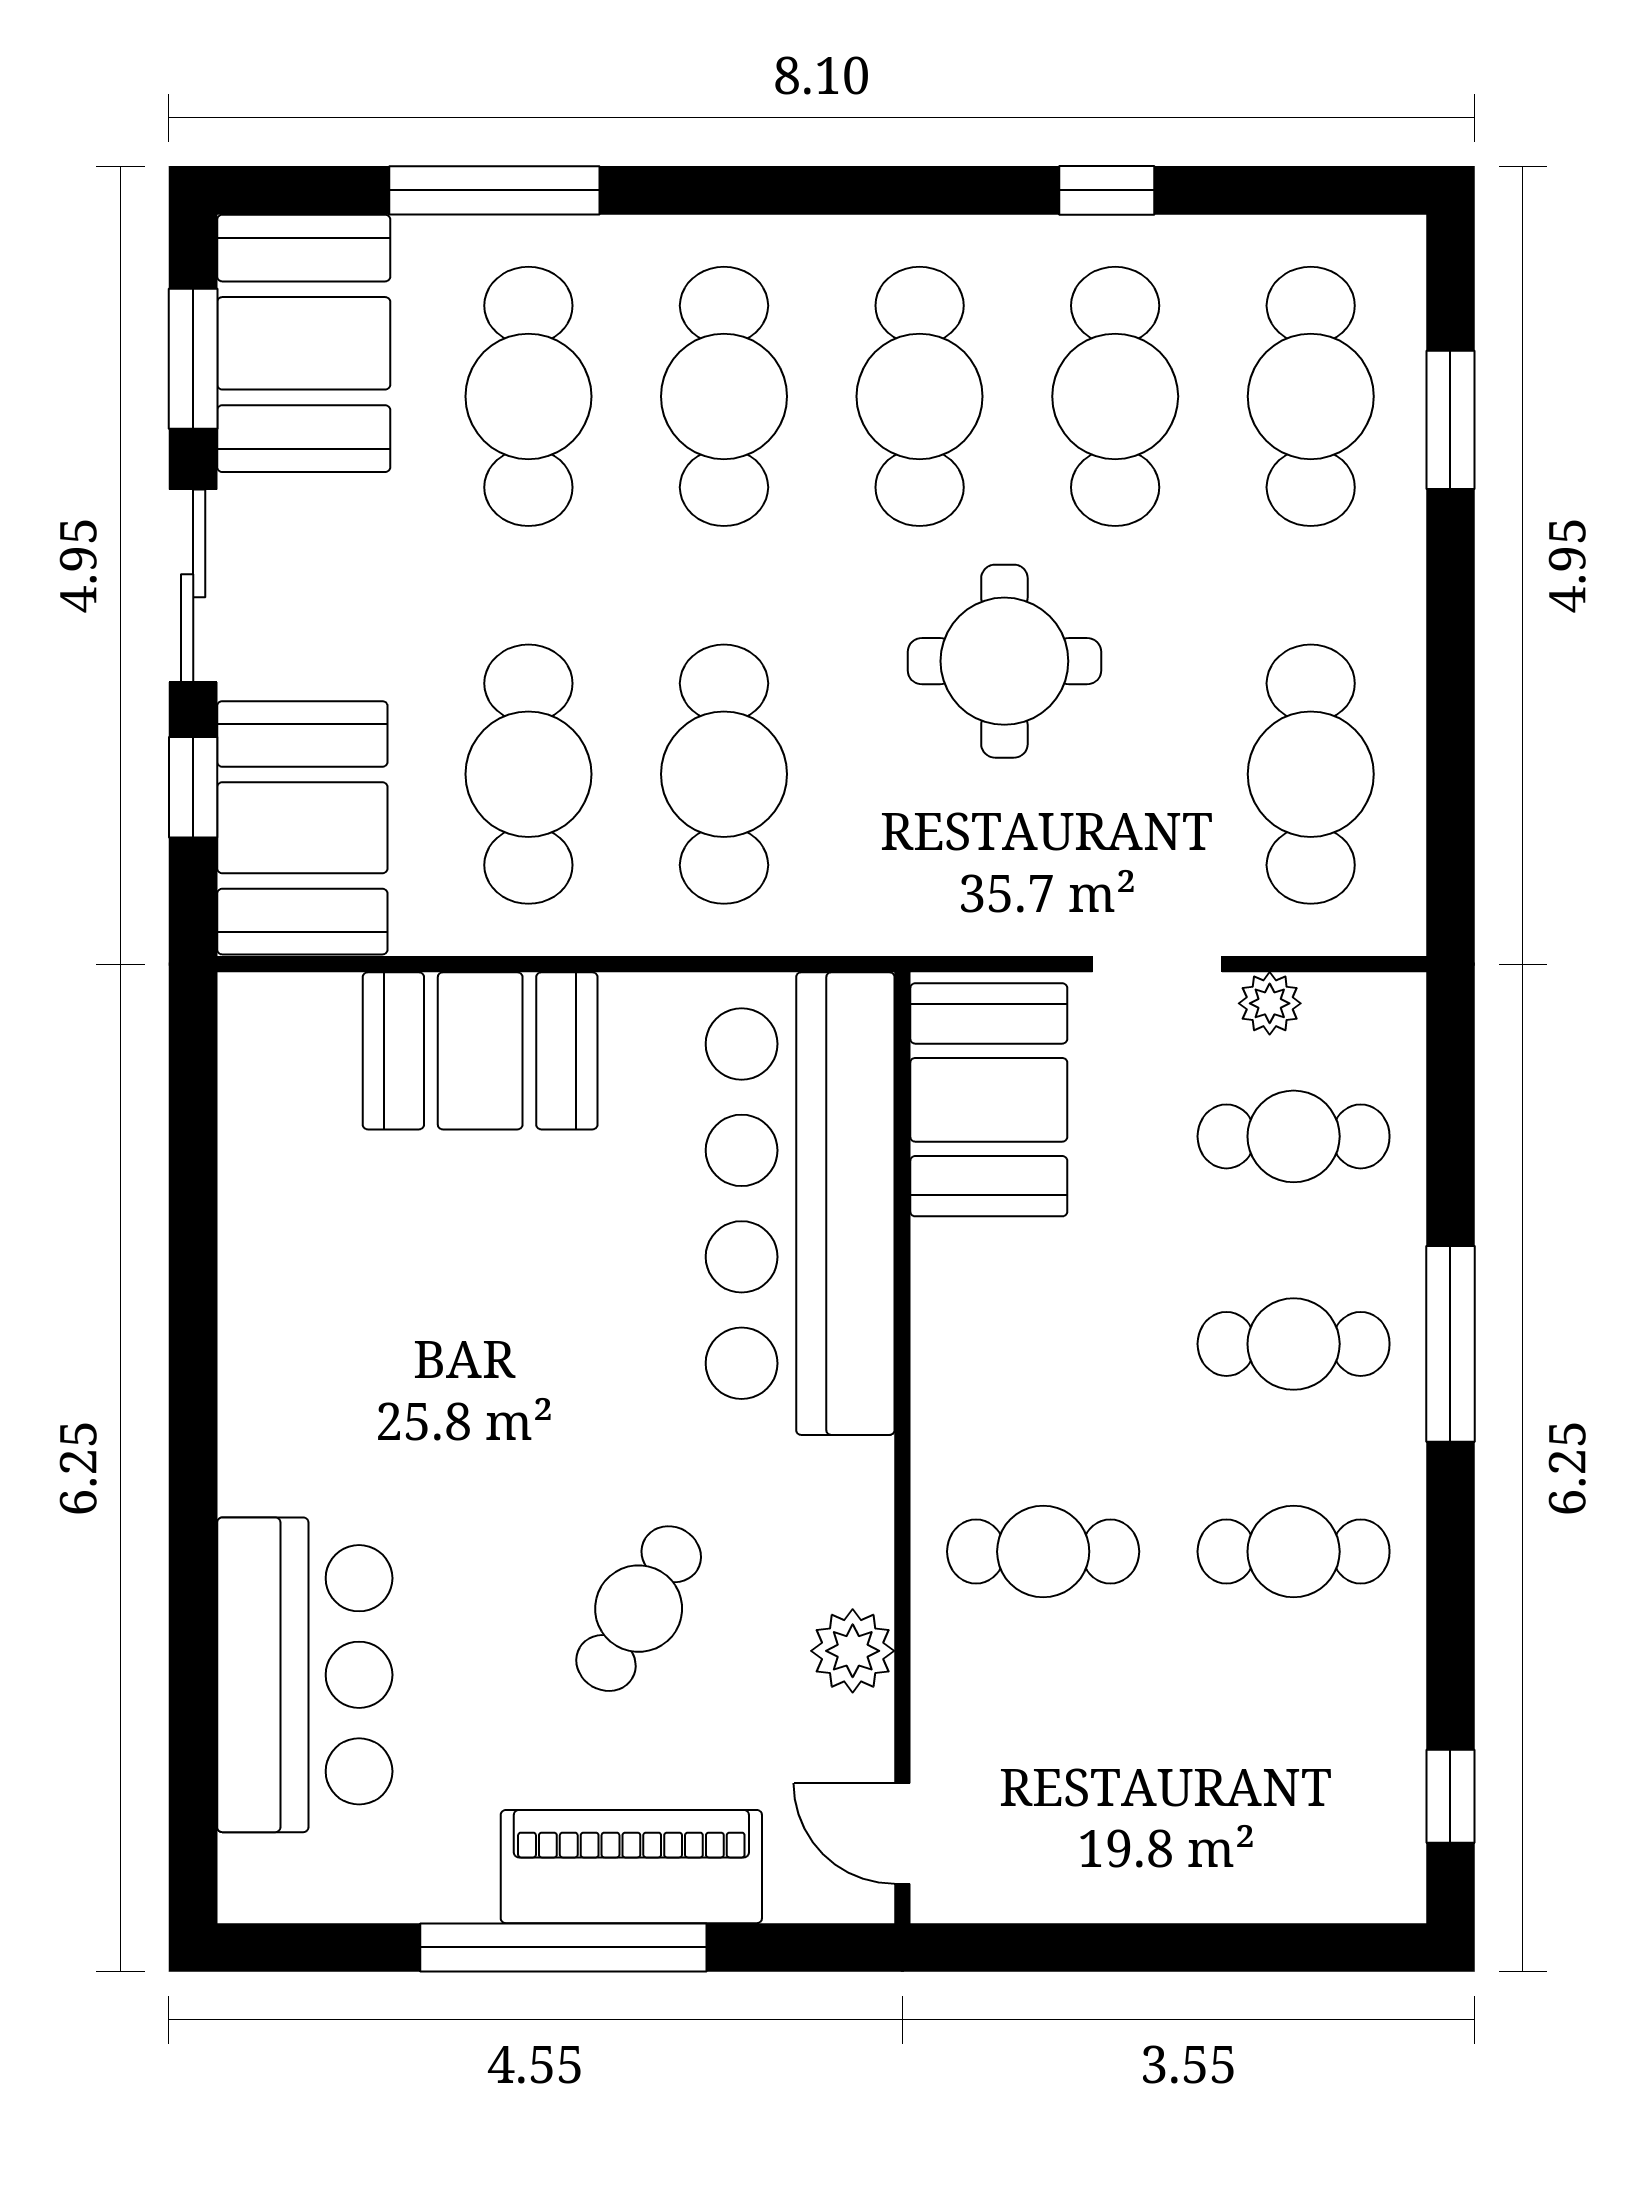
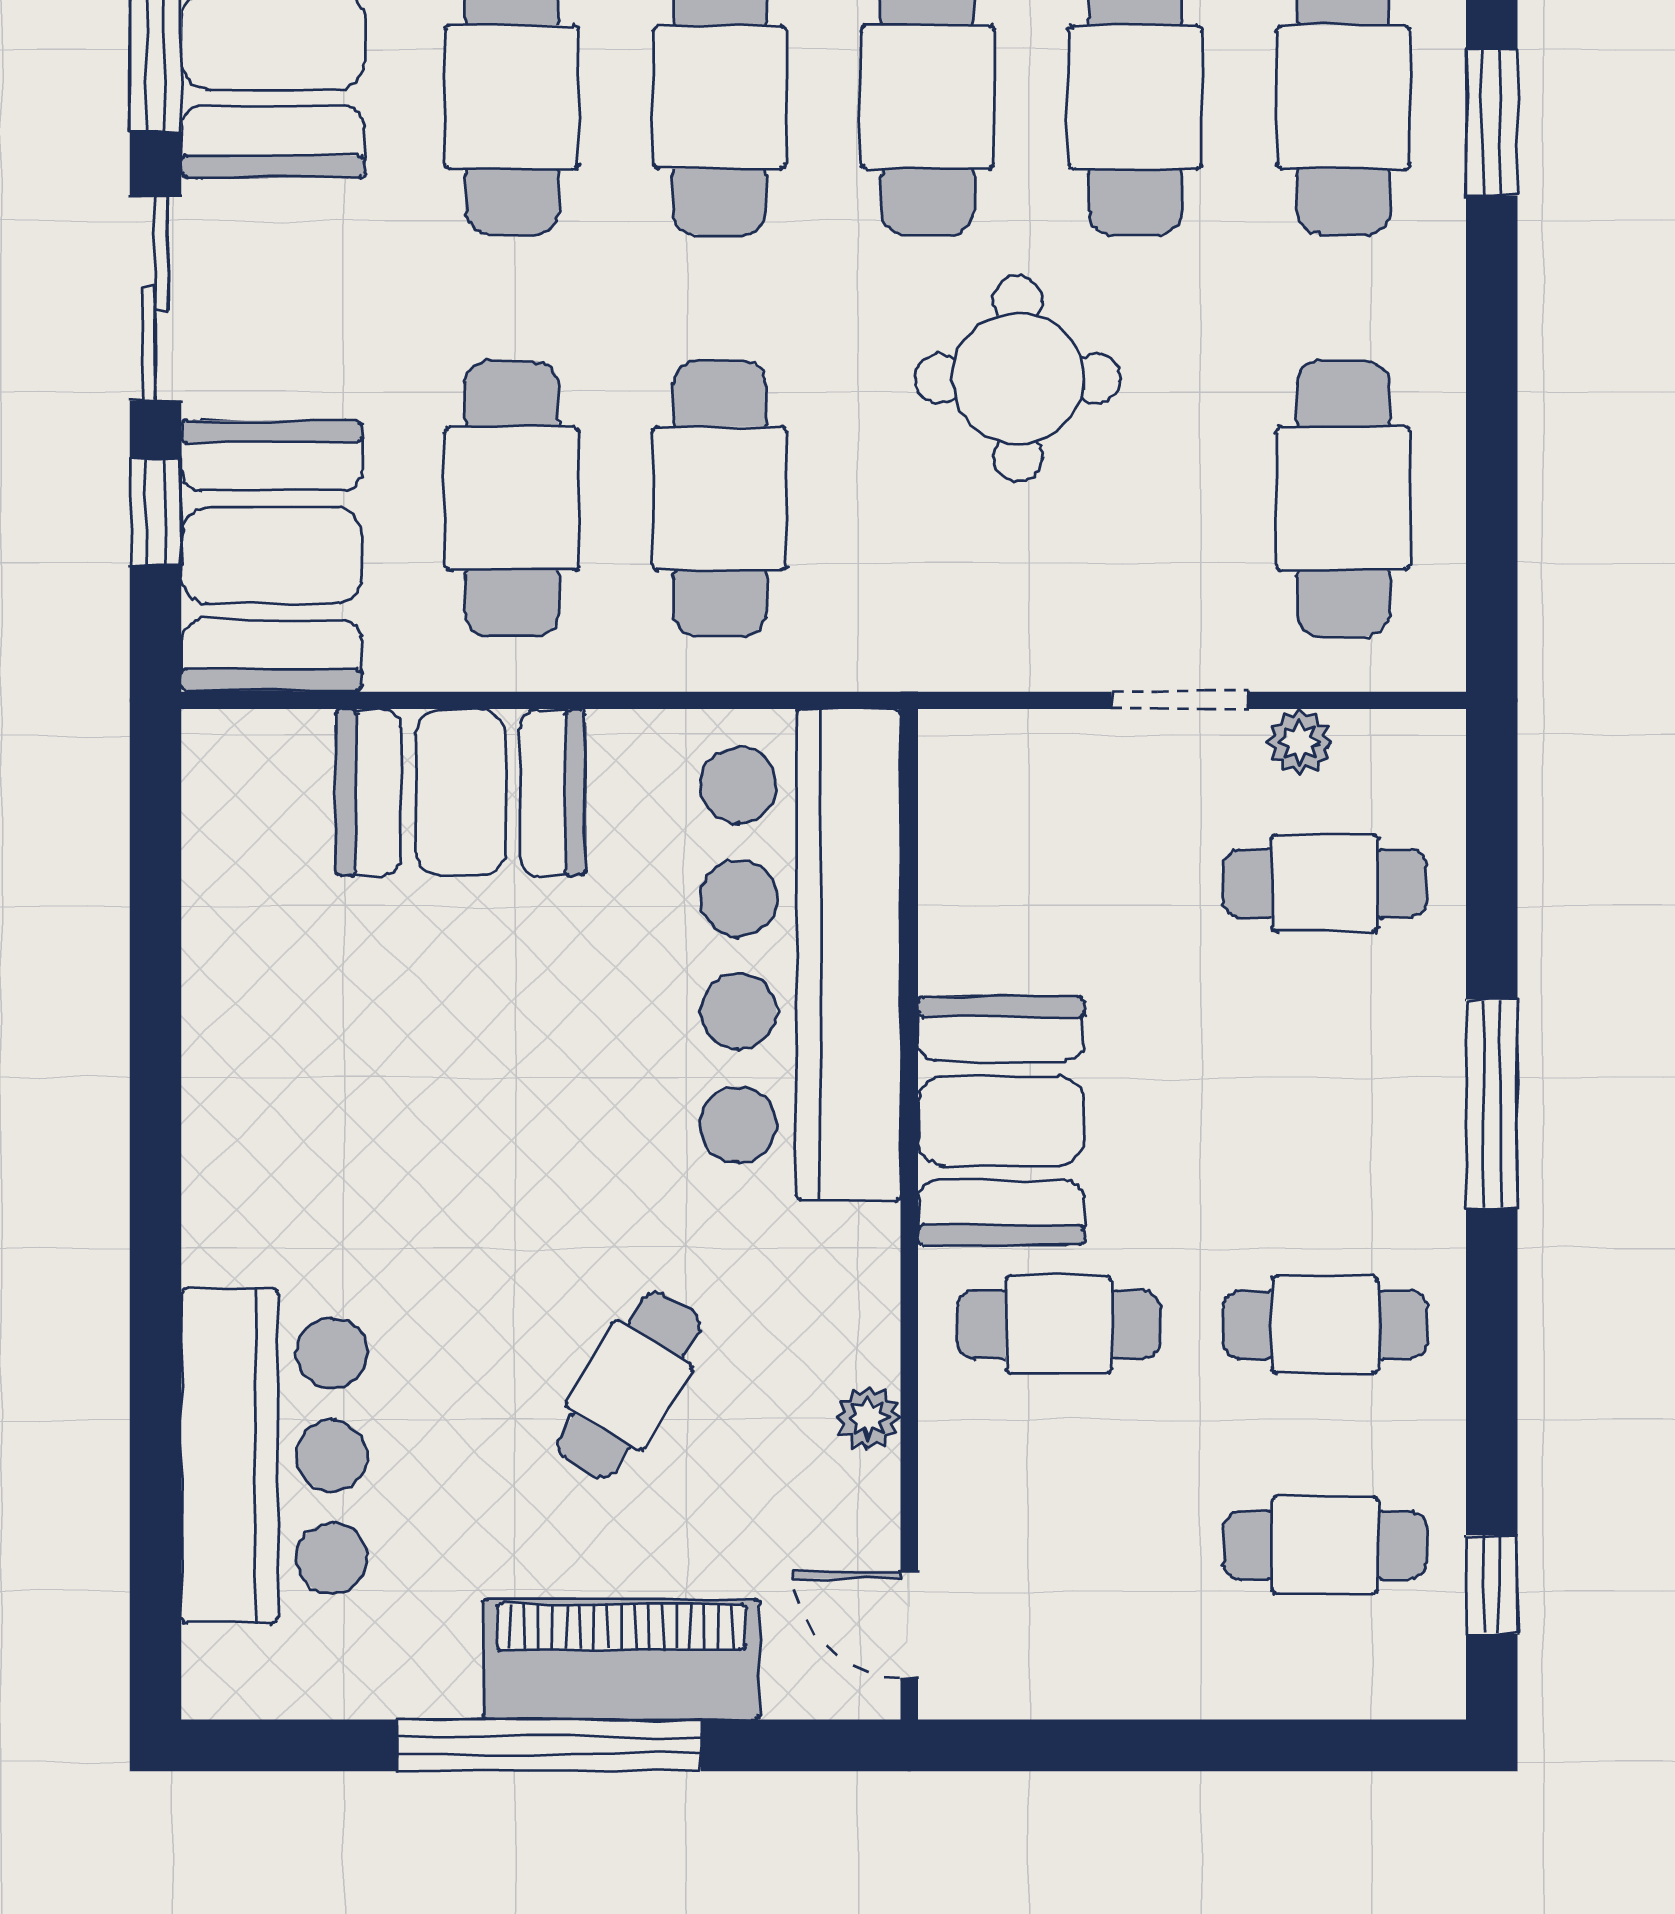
booth: (989, 1100) -> (1001, 1121), moved
cafe table: (1294, 1344) -> (1325, 1545), moved
plant: (853, 1651) -> (868, 1418), width x0.73, depth x0.73

